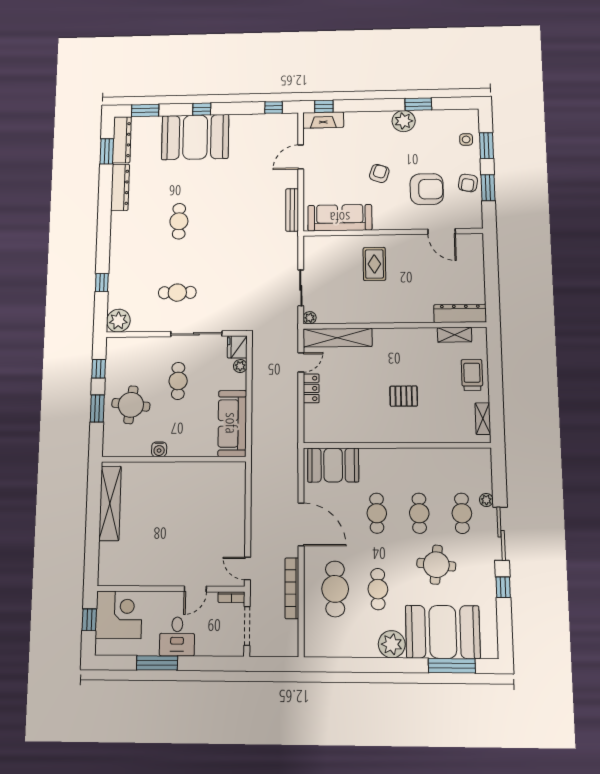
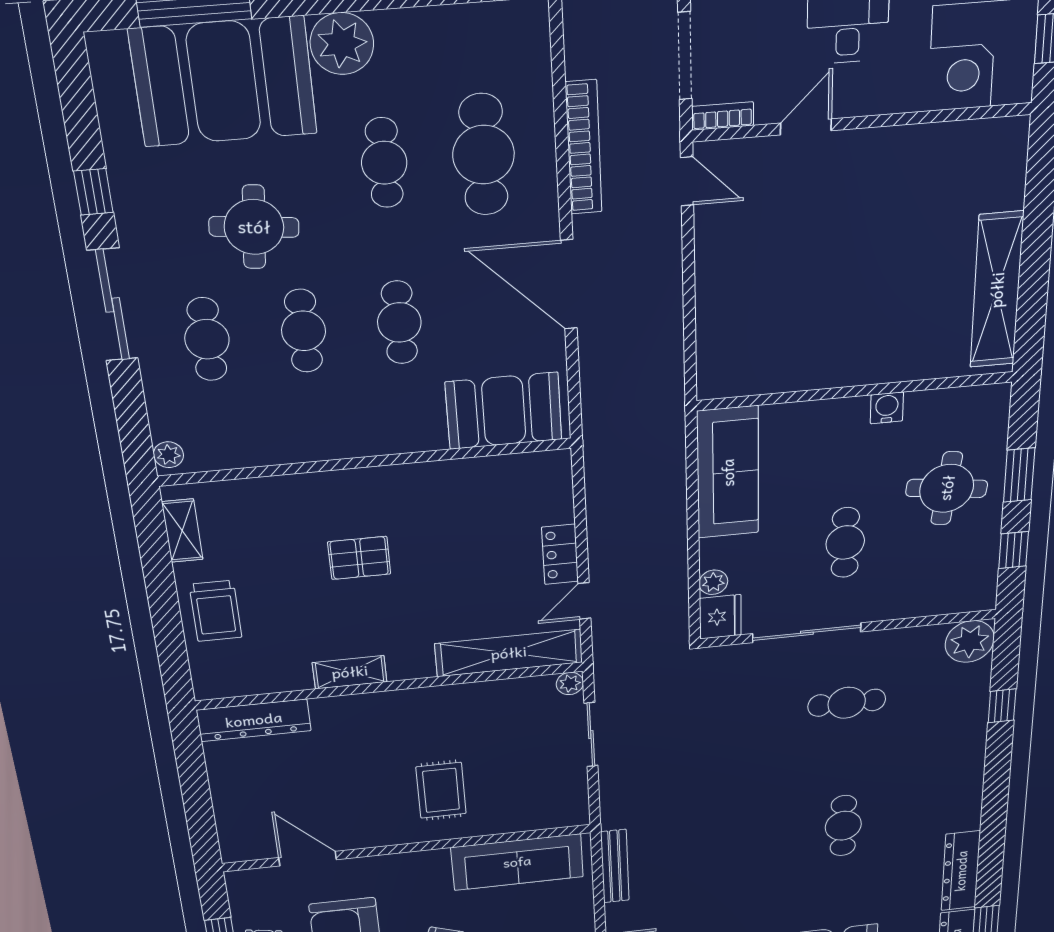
shelving: (455, 335) -> (350, 672), moved
plant: (486, 500) -> (168, 455), moved

